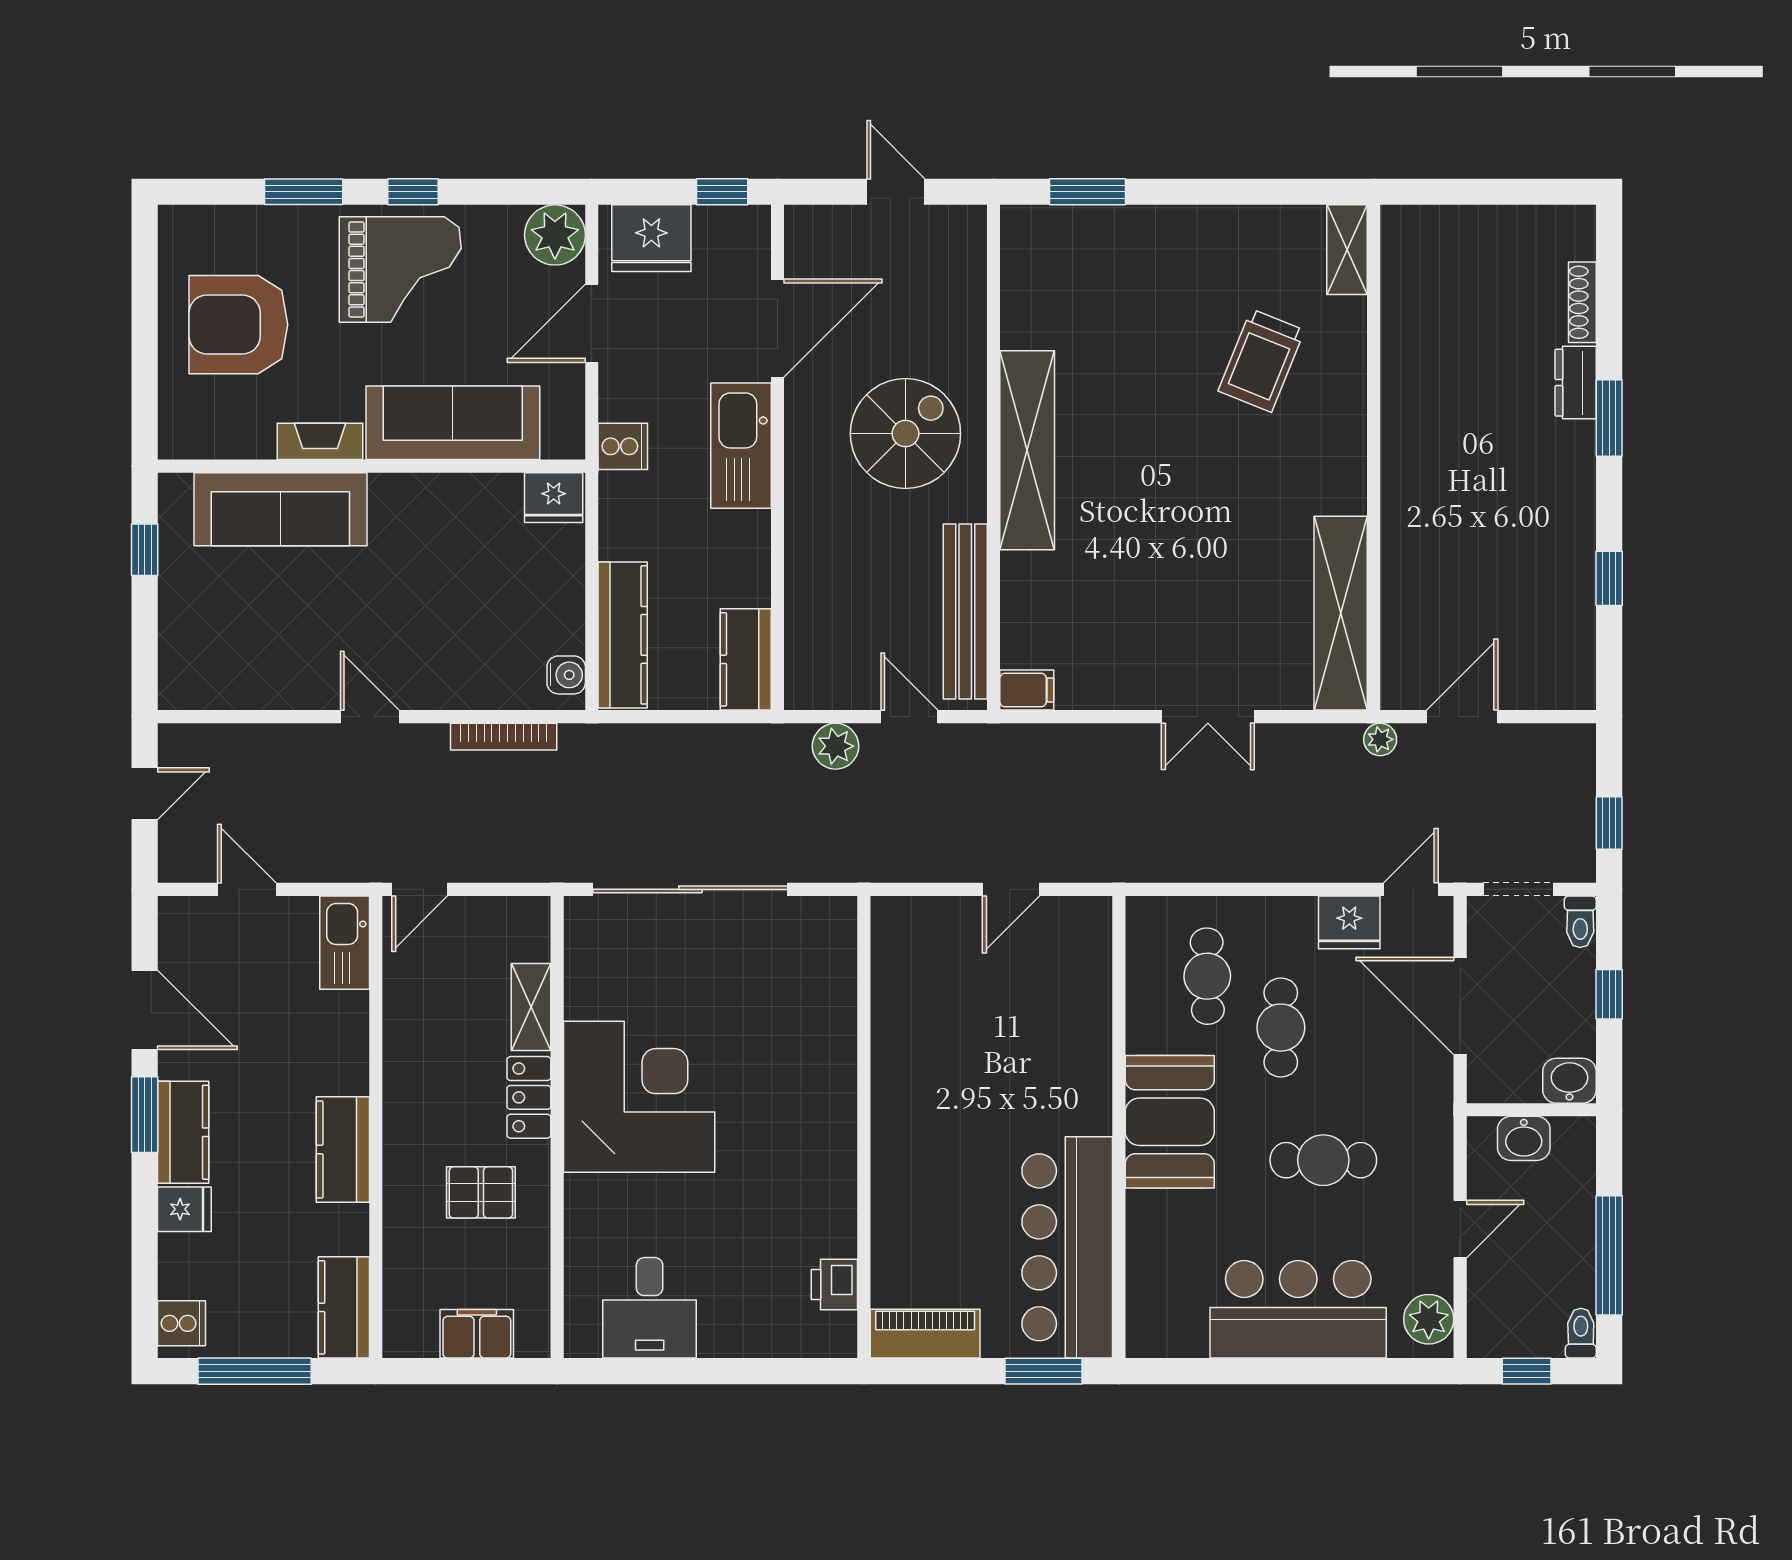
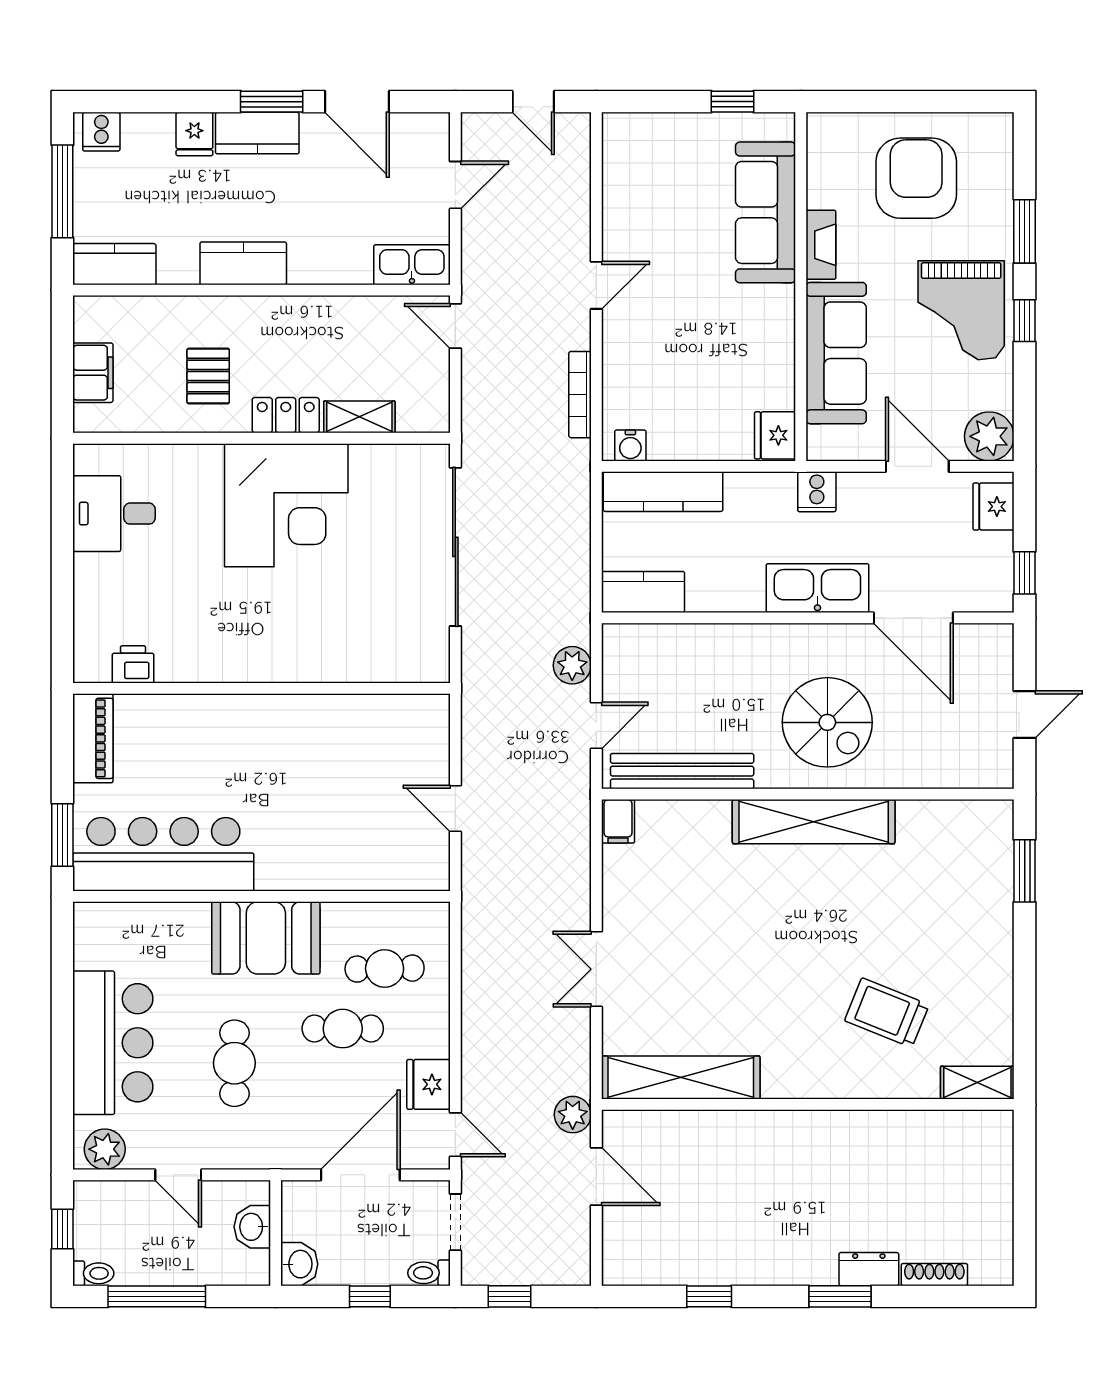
fridge: (651, 238) -> (994, 506), width x0.73, depth x0.75
plant: (1380, 739) -> (573, 1115), width x1.38, depth x1.38
door: (145, 1010) -> (357, 102), hinge flipped

